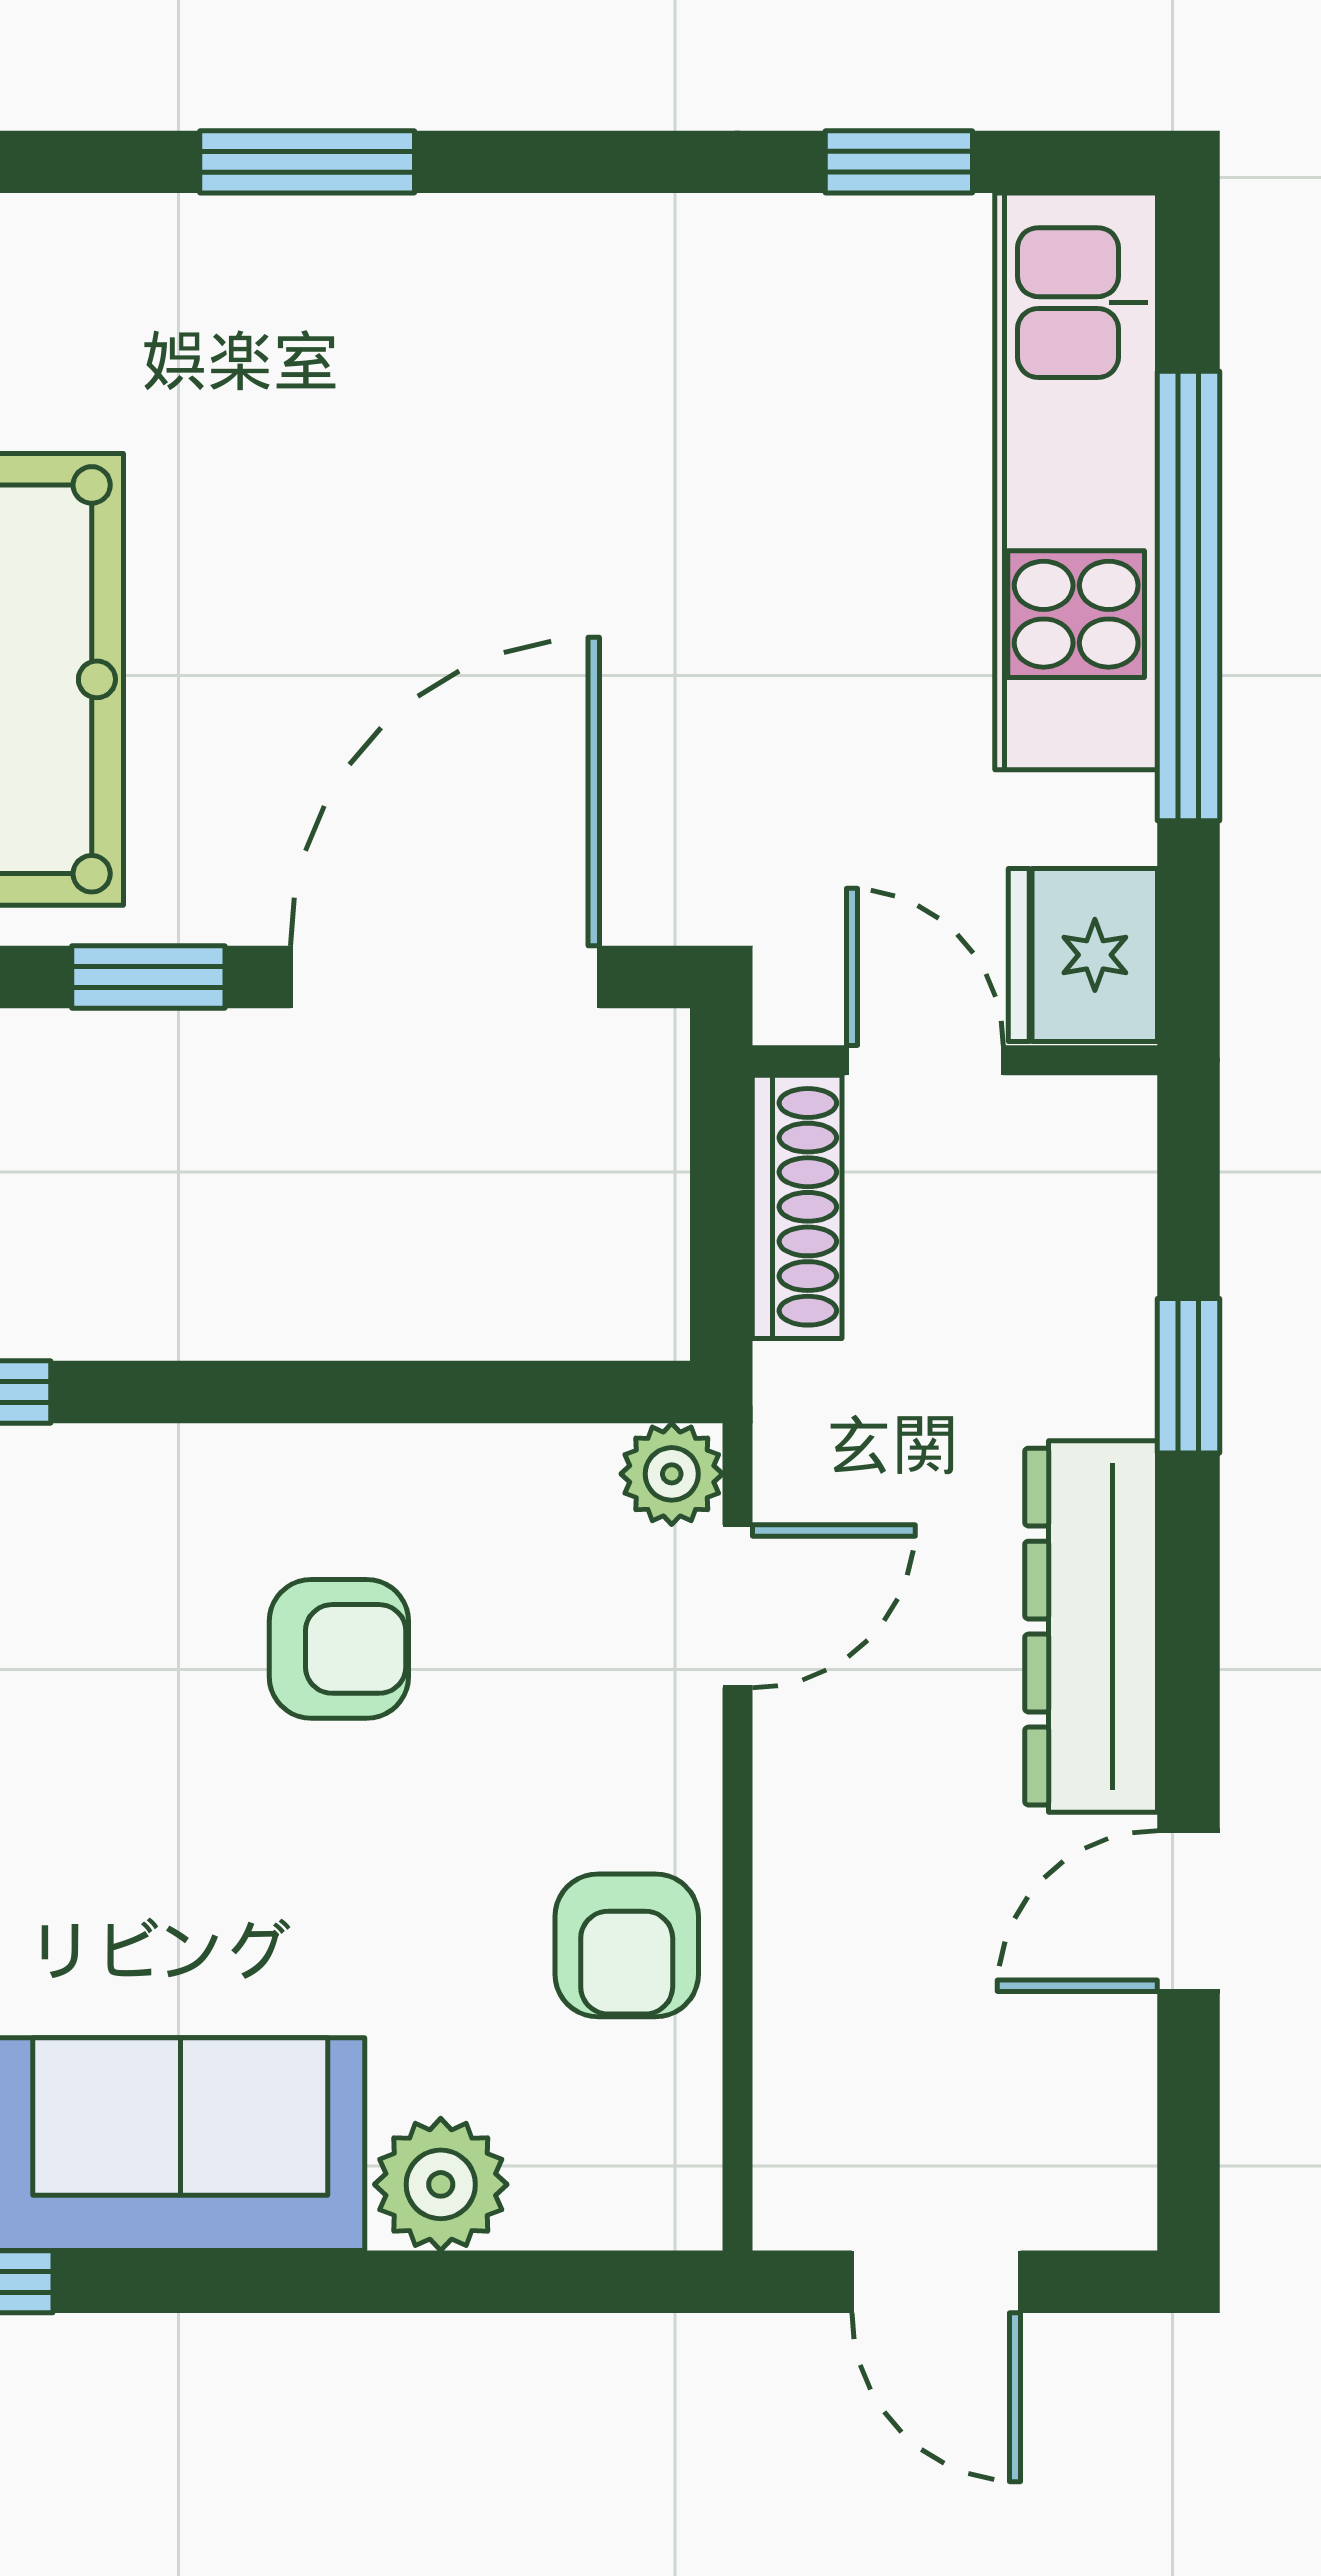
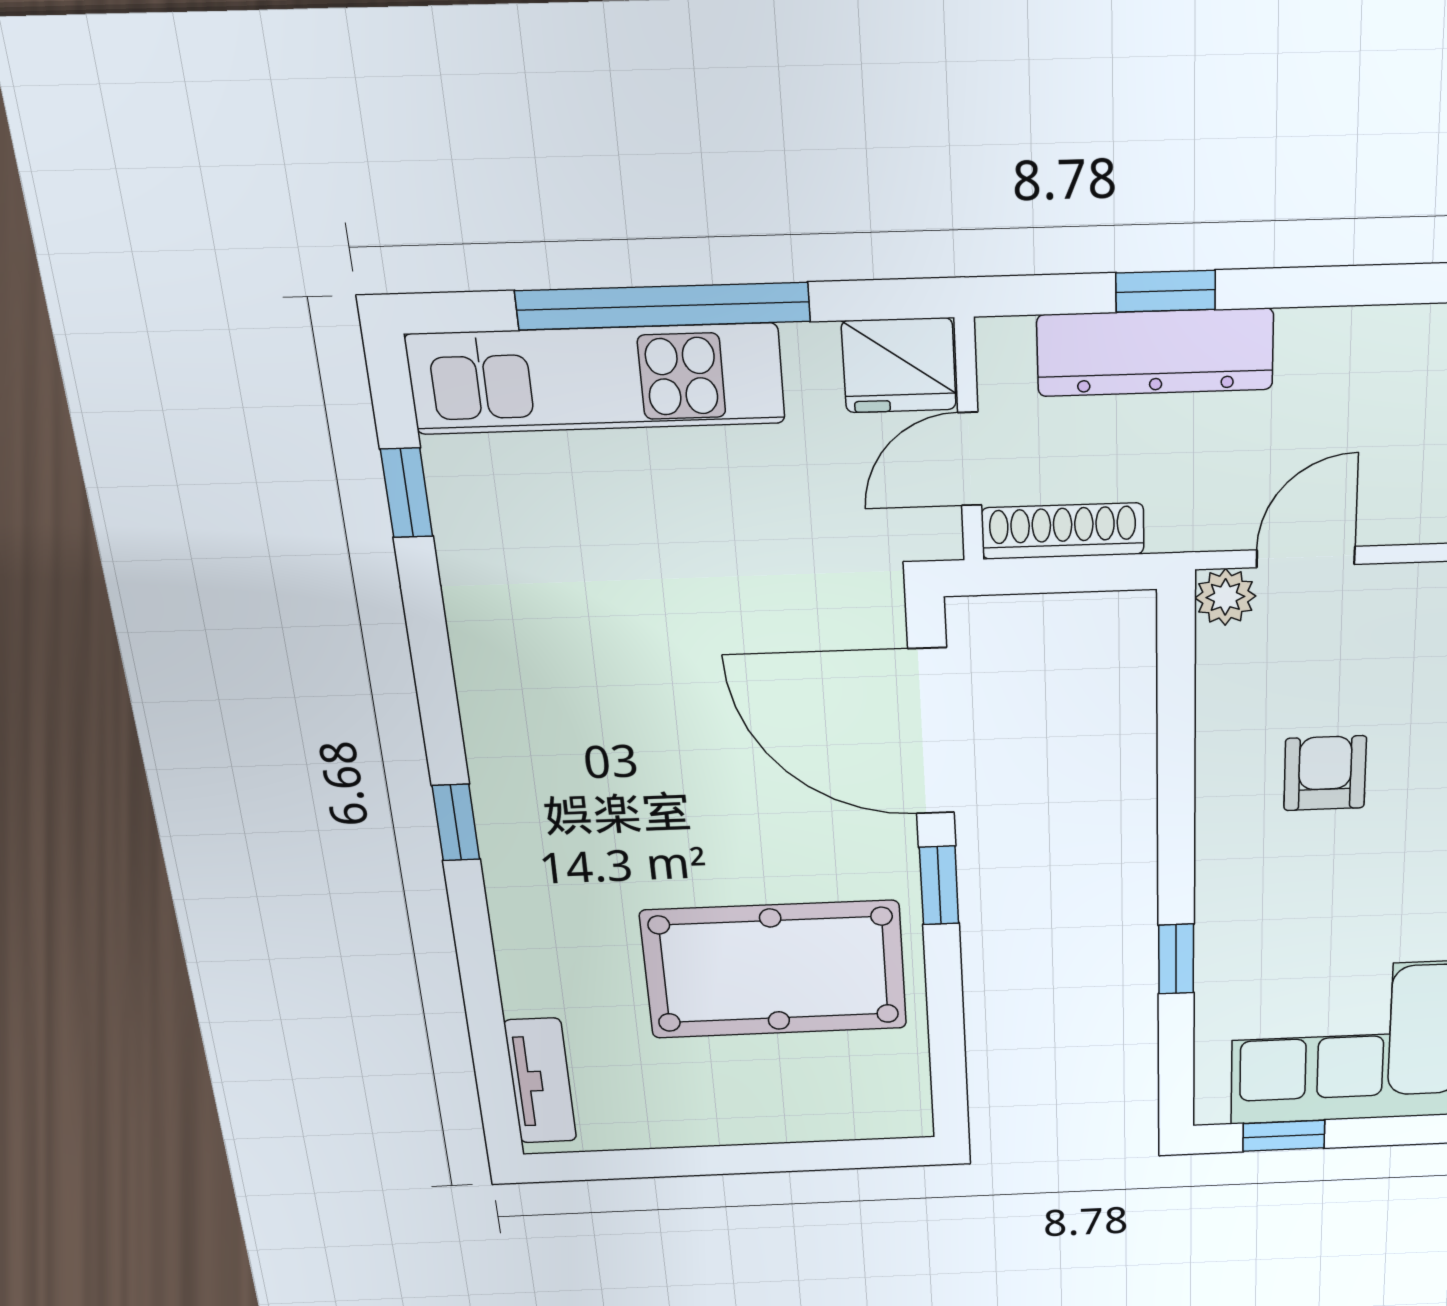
window: (307, 162) -> (456, 823), width x0.67
door: (737, 1606) -> (1306, 557), hinge flipped
dresser: (1091, 1627) -> (1155, 352), moved

